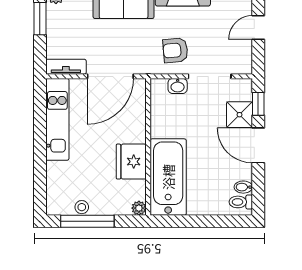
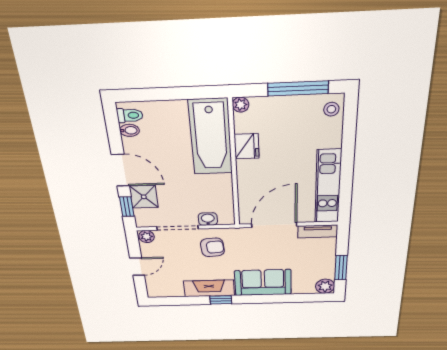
plant: (243, 67) -> (147, 237), added
fridge: (131, 162) -> (247, 146), width x0.73, depth x0.75
stool: (82, 207) -> (331, 109), moved

